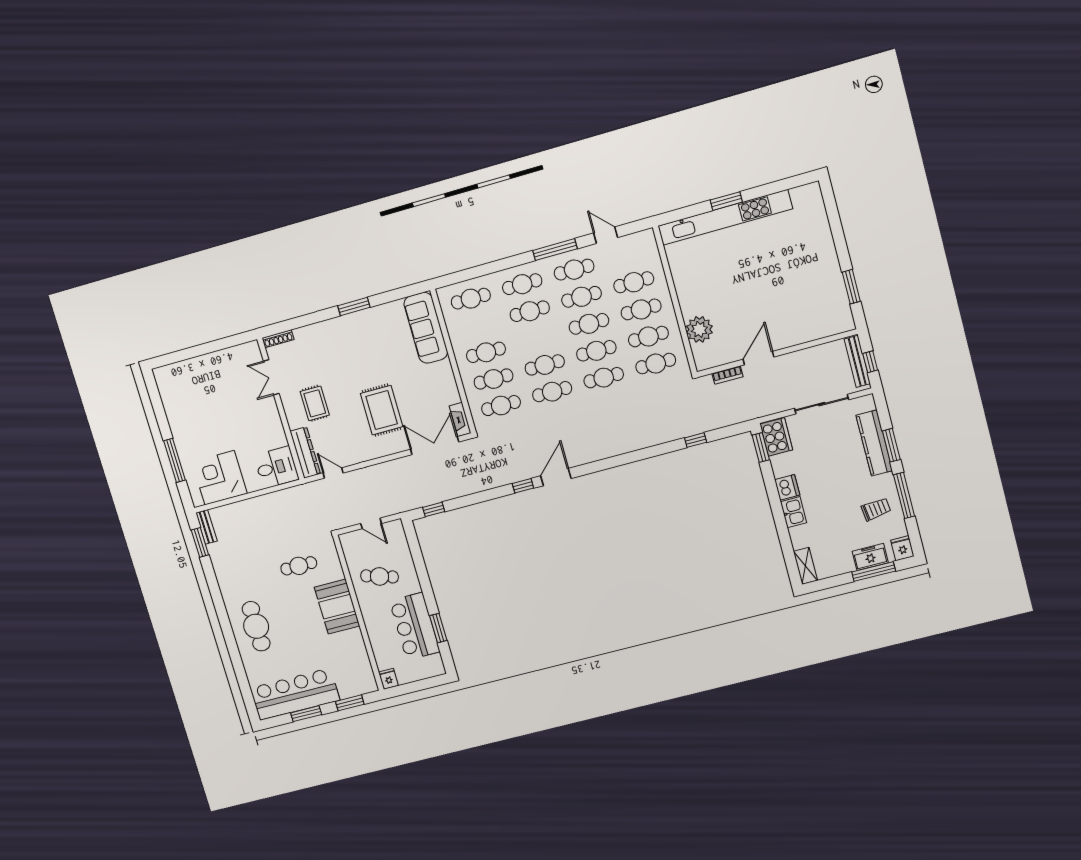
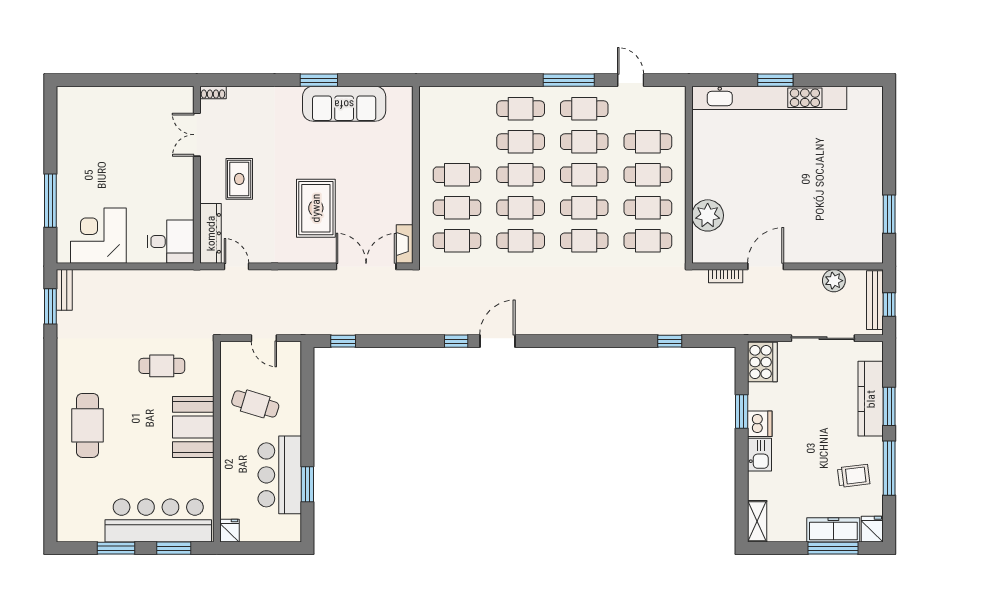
cafe table: (471, 299) -> (521, 175), moved
sofa: (426, 328) -> (344, 104), moved, turned -90
shoe rack: (278, 339) -> (213, 92), width x0.70
plant: (819, 355) -> (834, 281), added
window: (761, 447) -> (742, 411), moved
freezer: (870, 557) -> (833, 530), width x1.40
bar counter: (295, 694) -> (158, 521), moved

